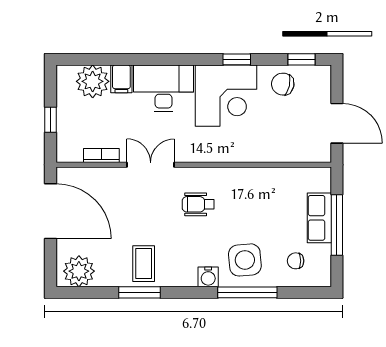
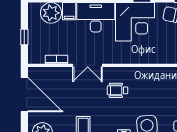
double door: (151, 165) -> (88, 65), swing flipped

